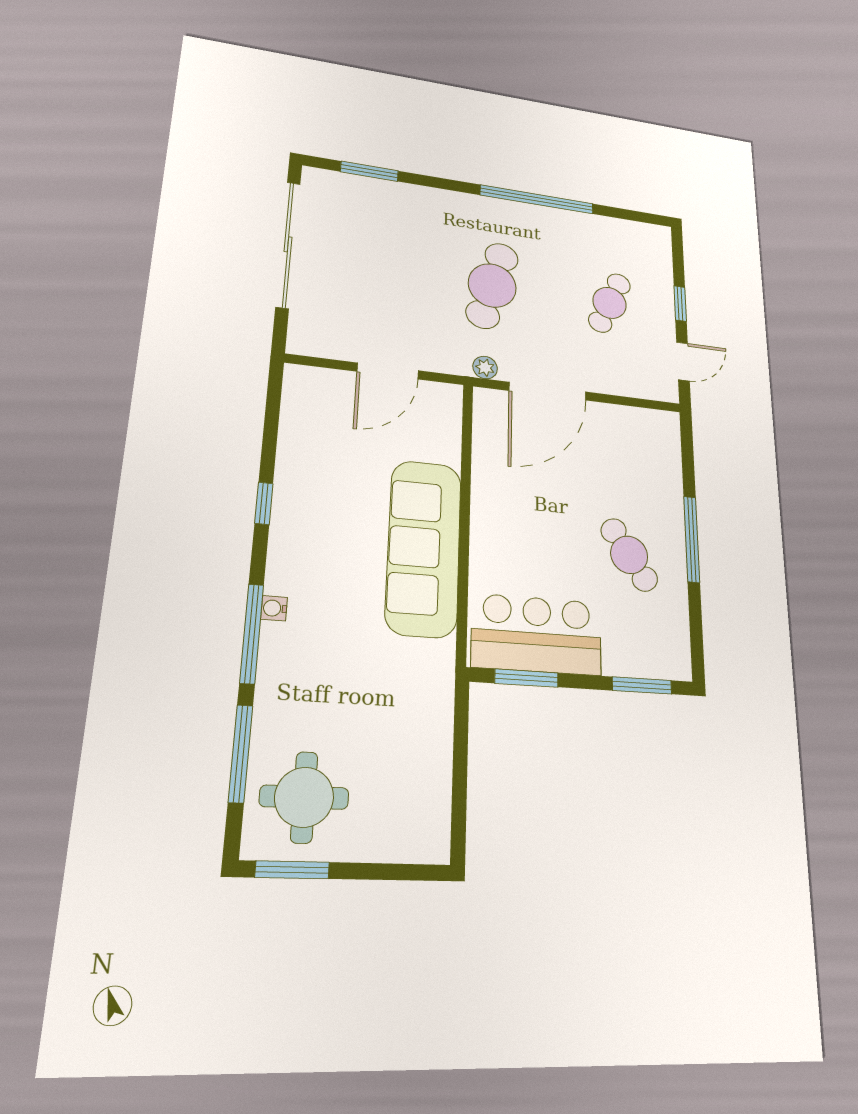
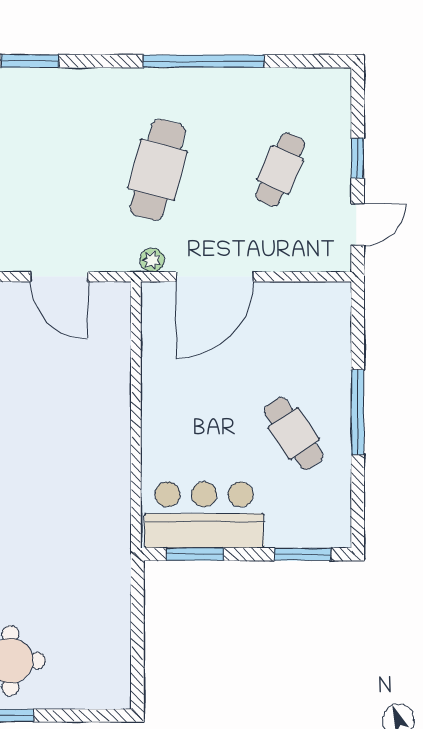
door: (388, 371) -> (59, 277), hinge flipped
sofa: (424, 548) -> (99, 444), removed

